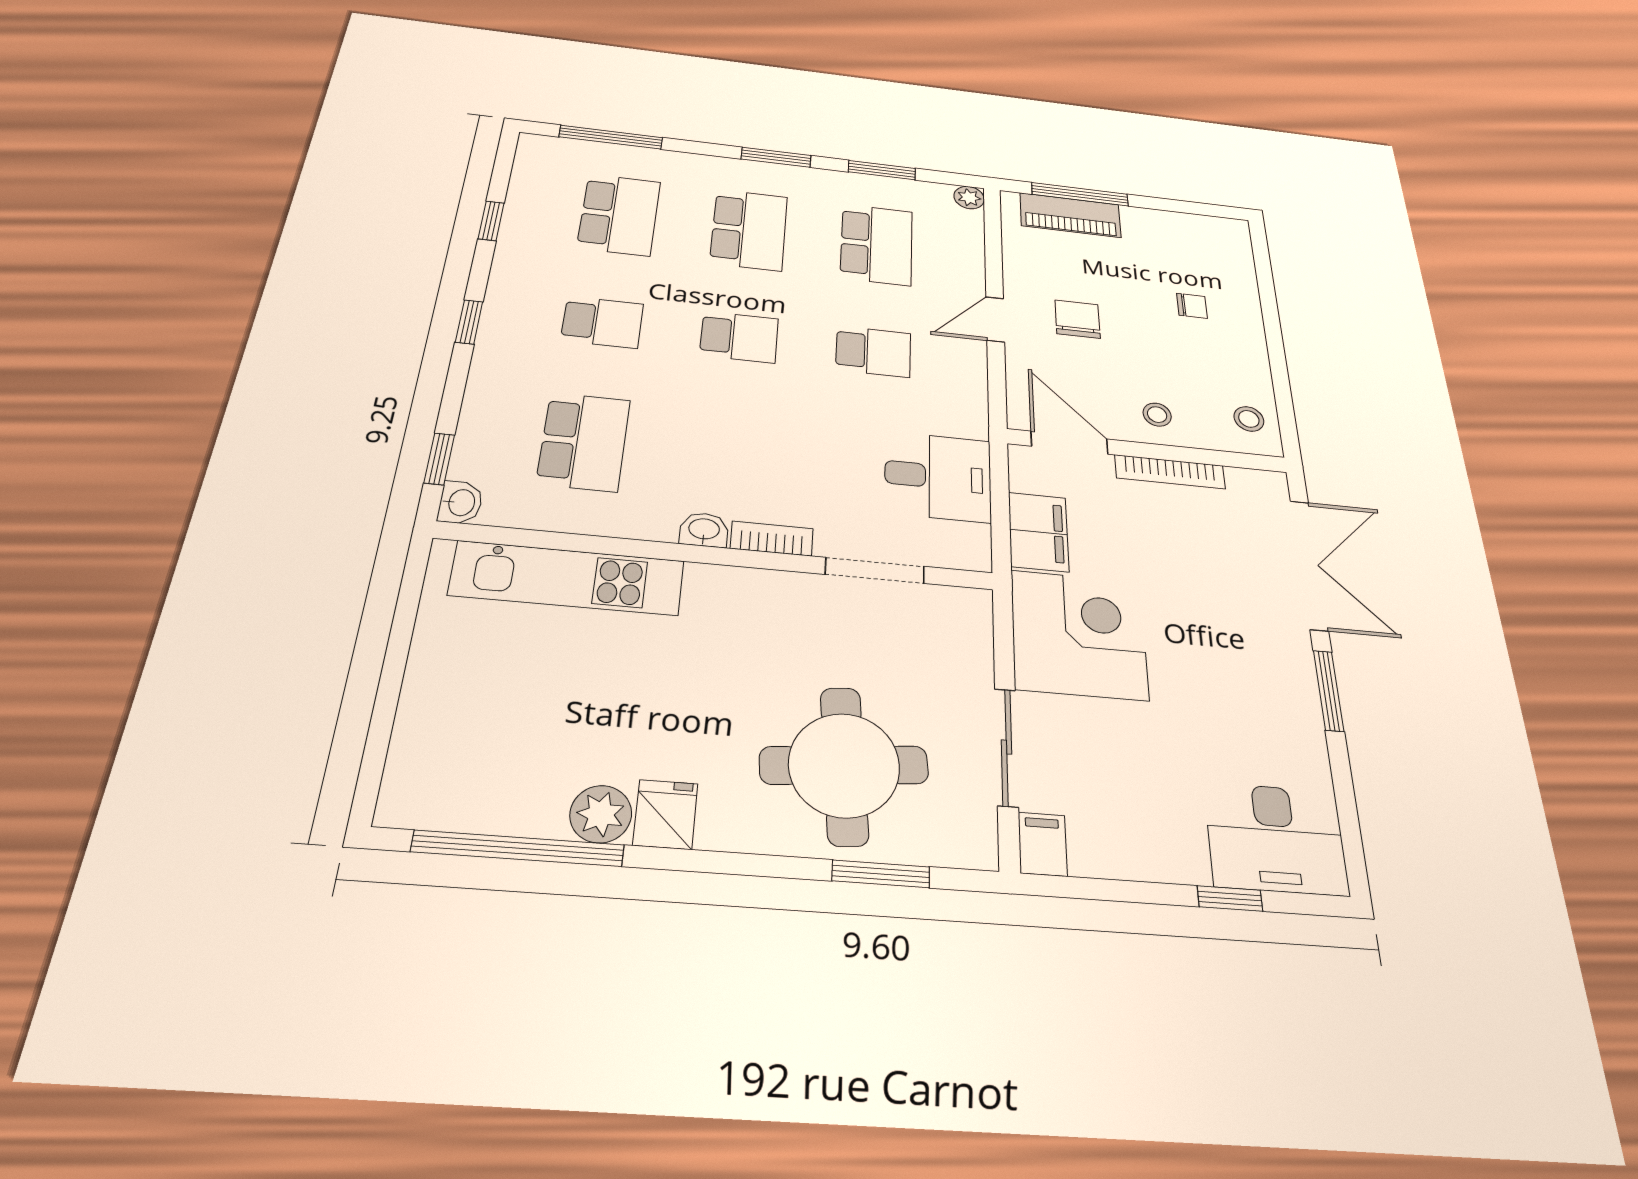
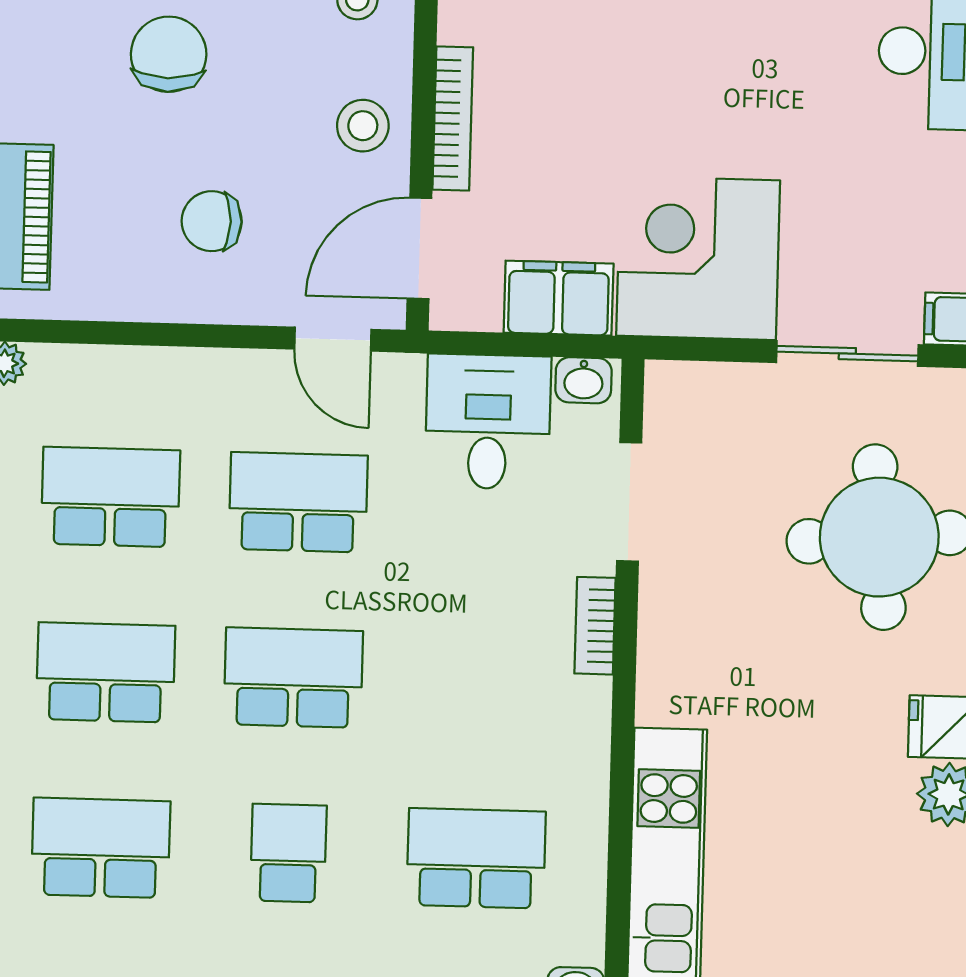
chair: (1192, 306) -> (169, 54), width x1.87, depth x1.87
door: (995, 319) -> (333, 339), moved
school desk: (739, 337) -> (293, 678), width x1.85
school desk: (873, 352) -> (298, 502), width x1.85
stool: (1157, 415) -> (363, 126), width x1.37, depth x1.37
washbasin: (704, 530) -> (583, 380), moved, turned -90

